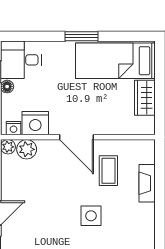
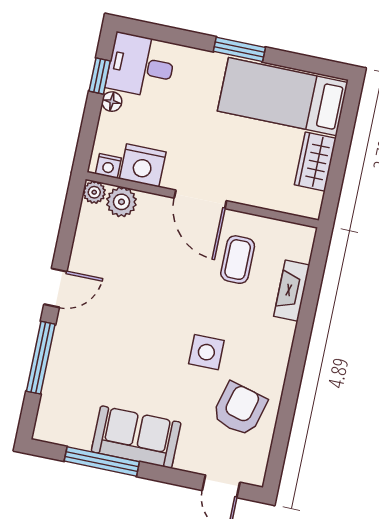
side table: (91, 216) -> (206, 352), moved

